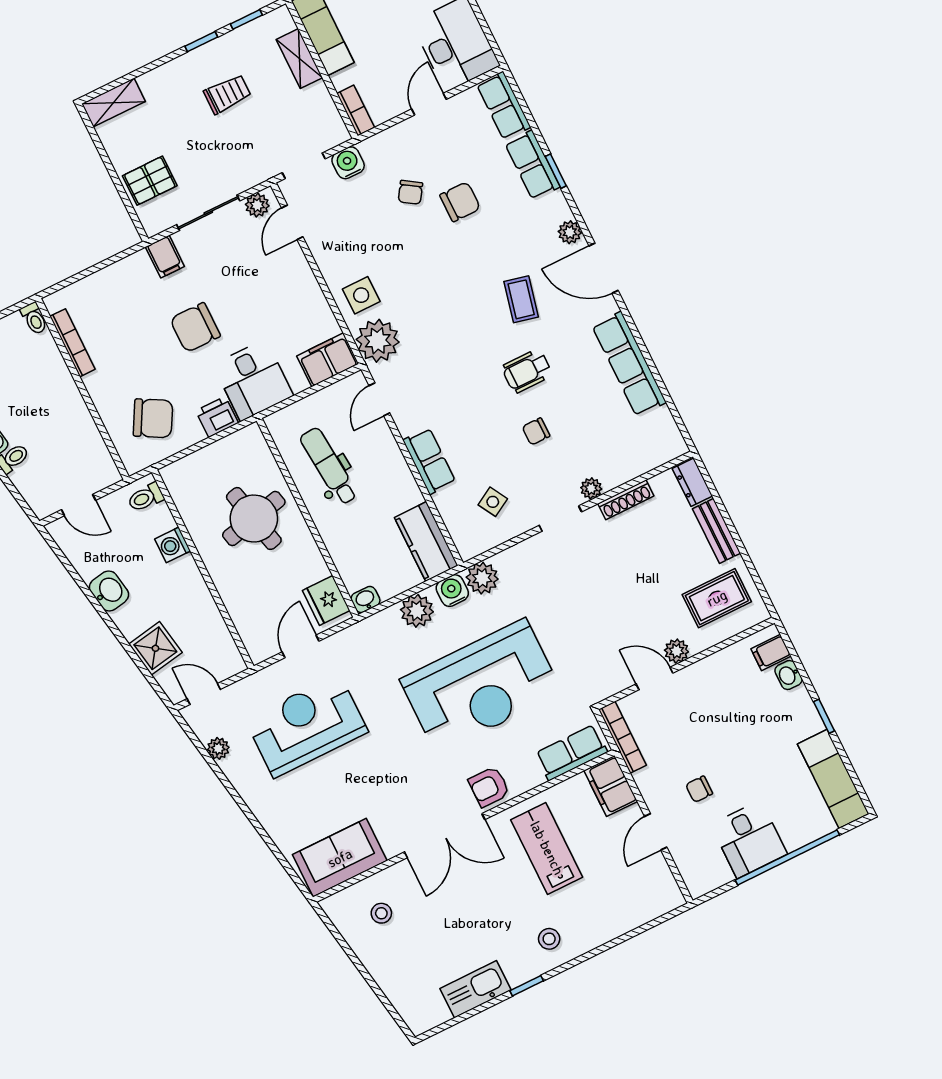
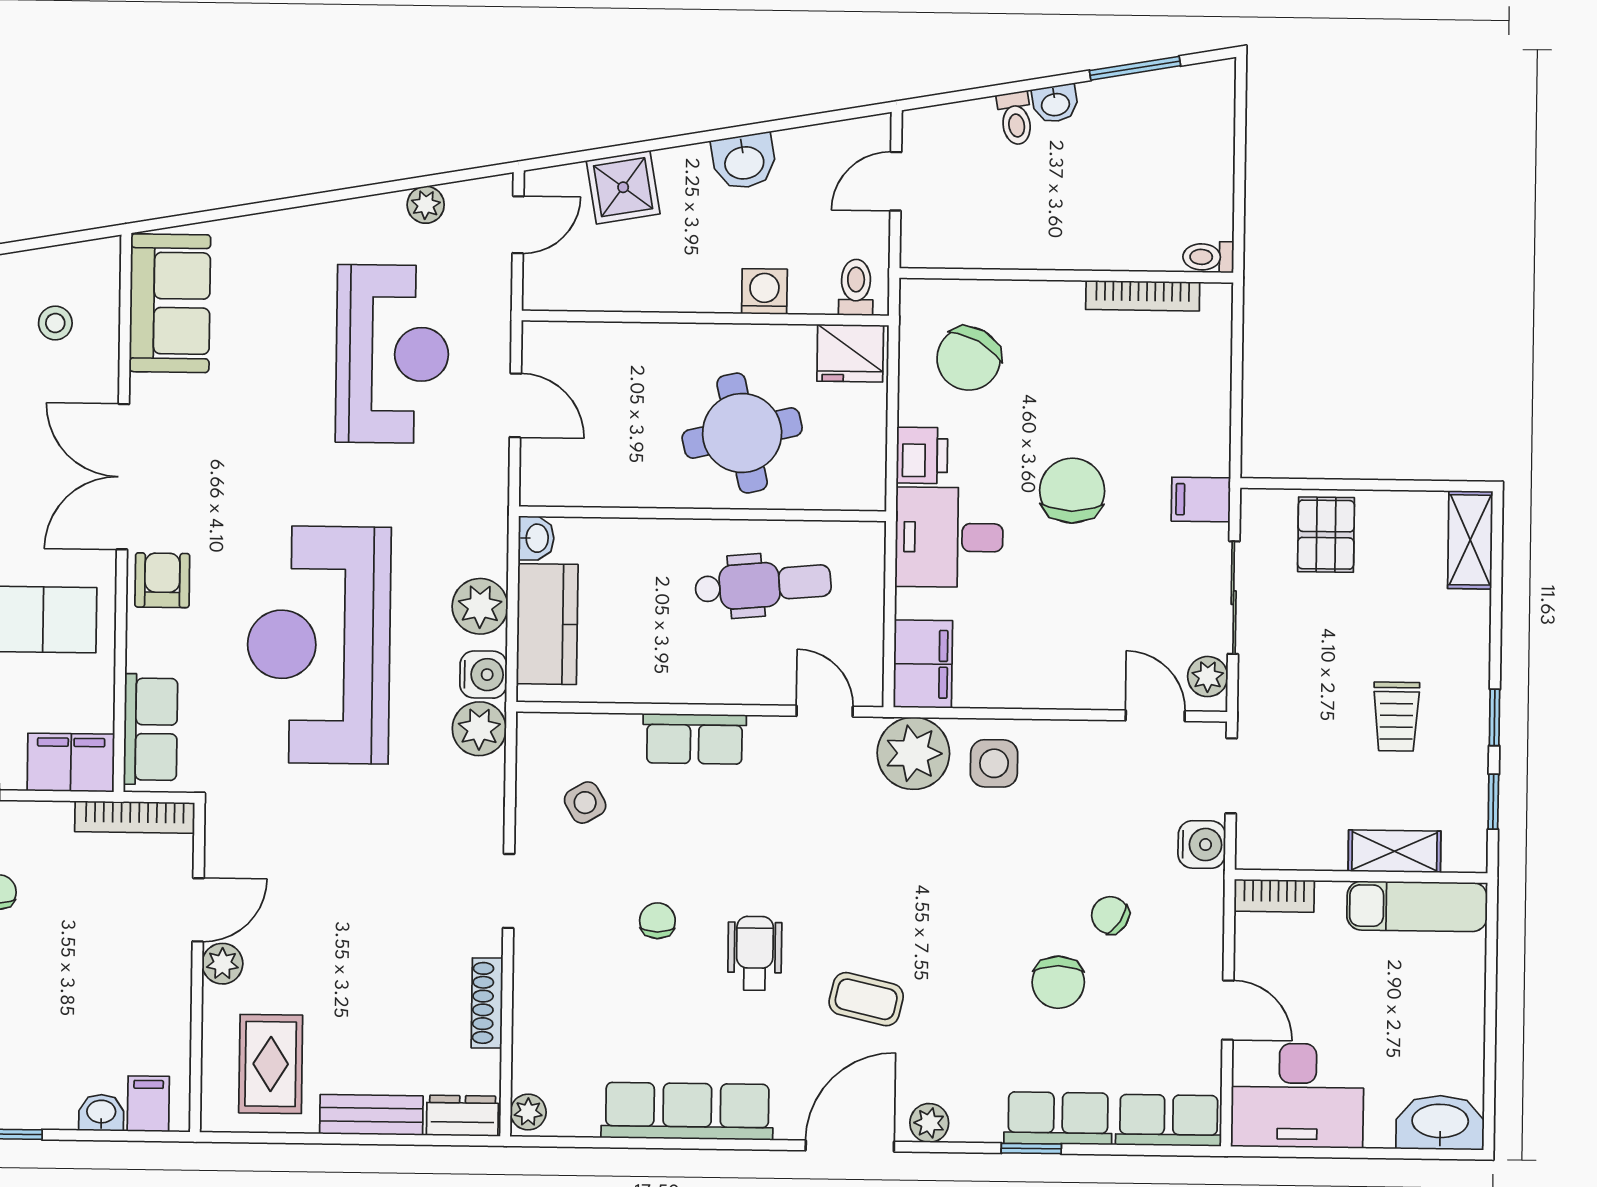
plant: (591, 488) -> (528, 1112), moved
kitchen counter: (426, 542) -> (547, 624), moved, turned 90
fridge: (326, 600) -> (850, 353), moved, turned 180

